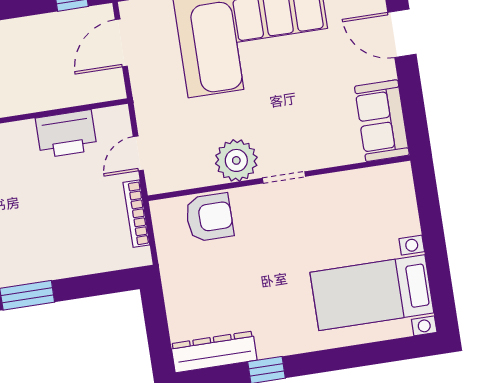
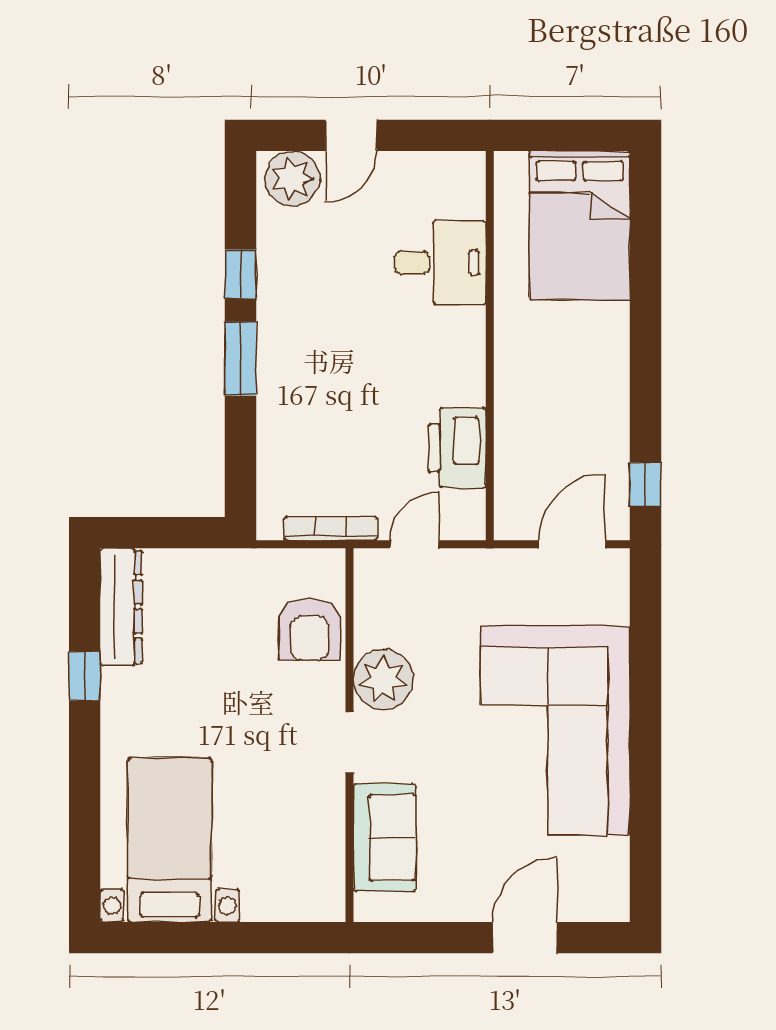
door: (121, 43) -> (572, 544), hinge flipped
sofa: (382, 121) -> (385, 837), moved, turned 90
door: (138, 153) -> (414, 544), hinge flipped

